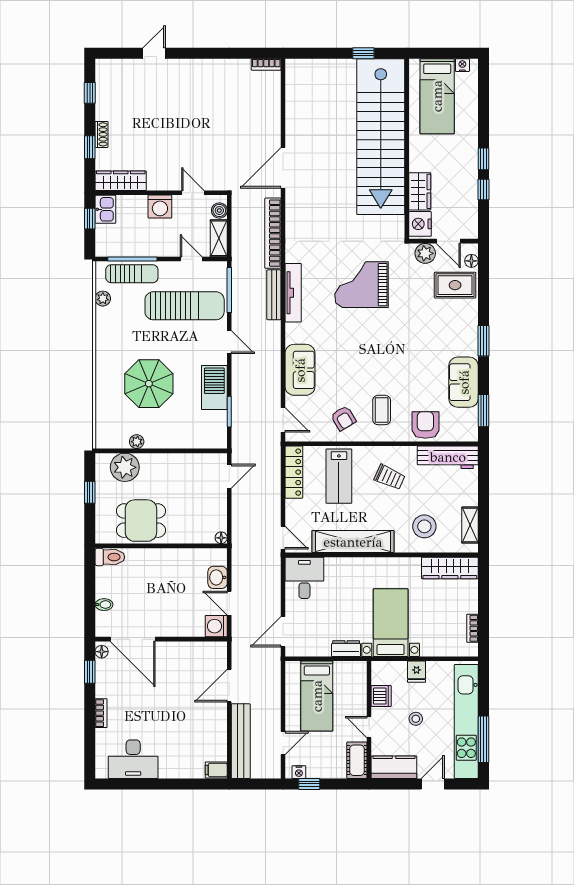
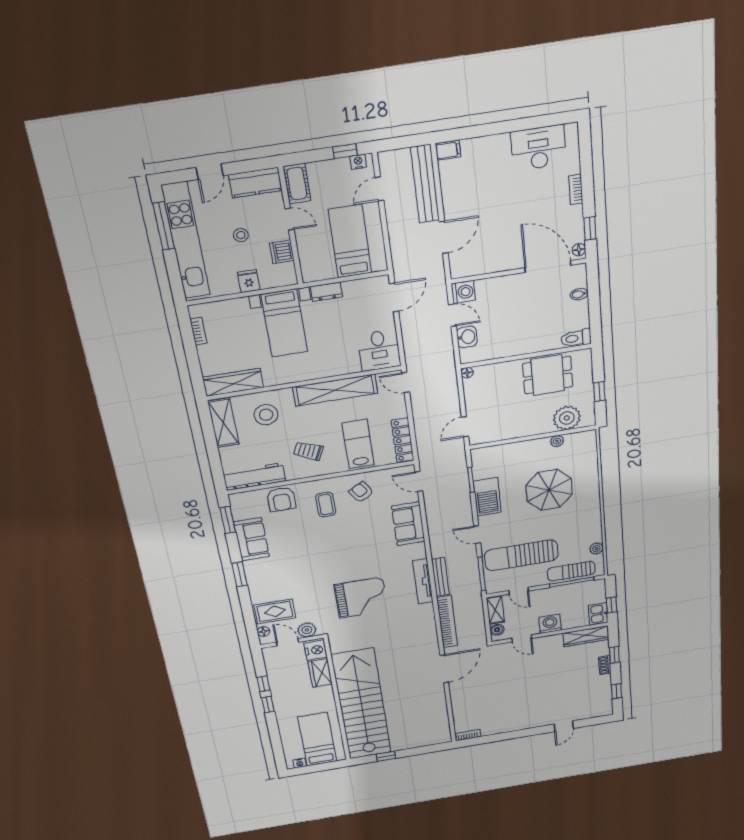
shelving: (470, 525) -> (223, 423), width x1.50, depth x1.33

